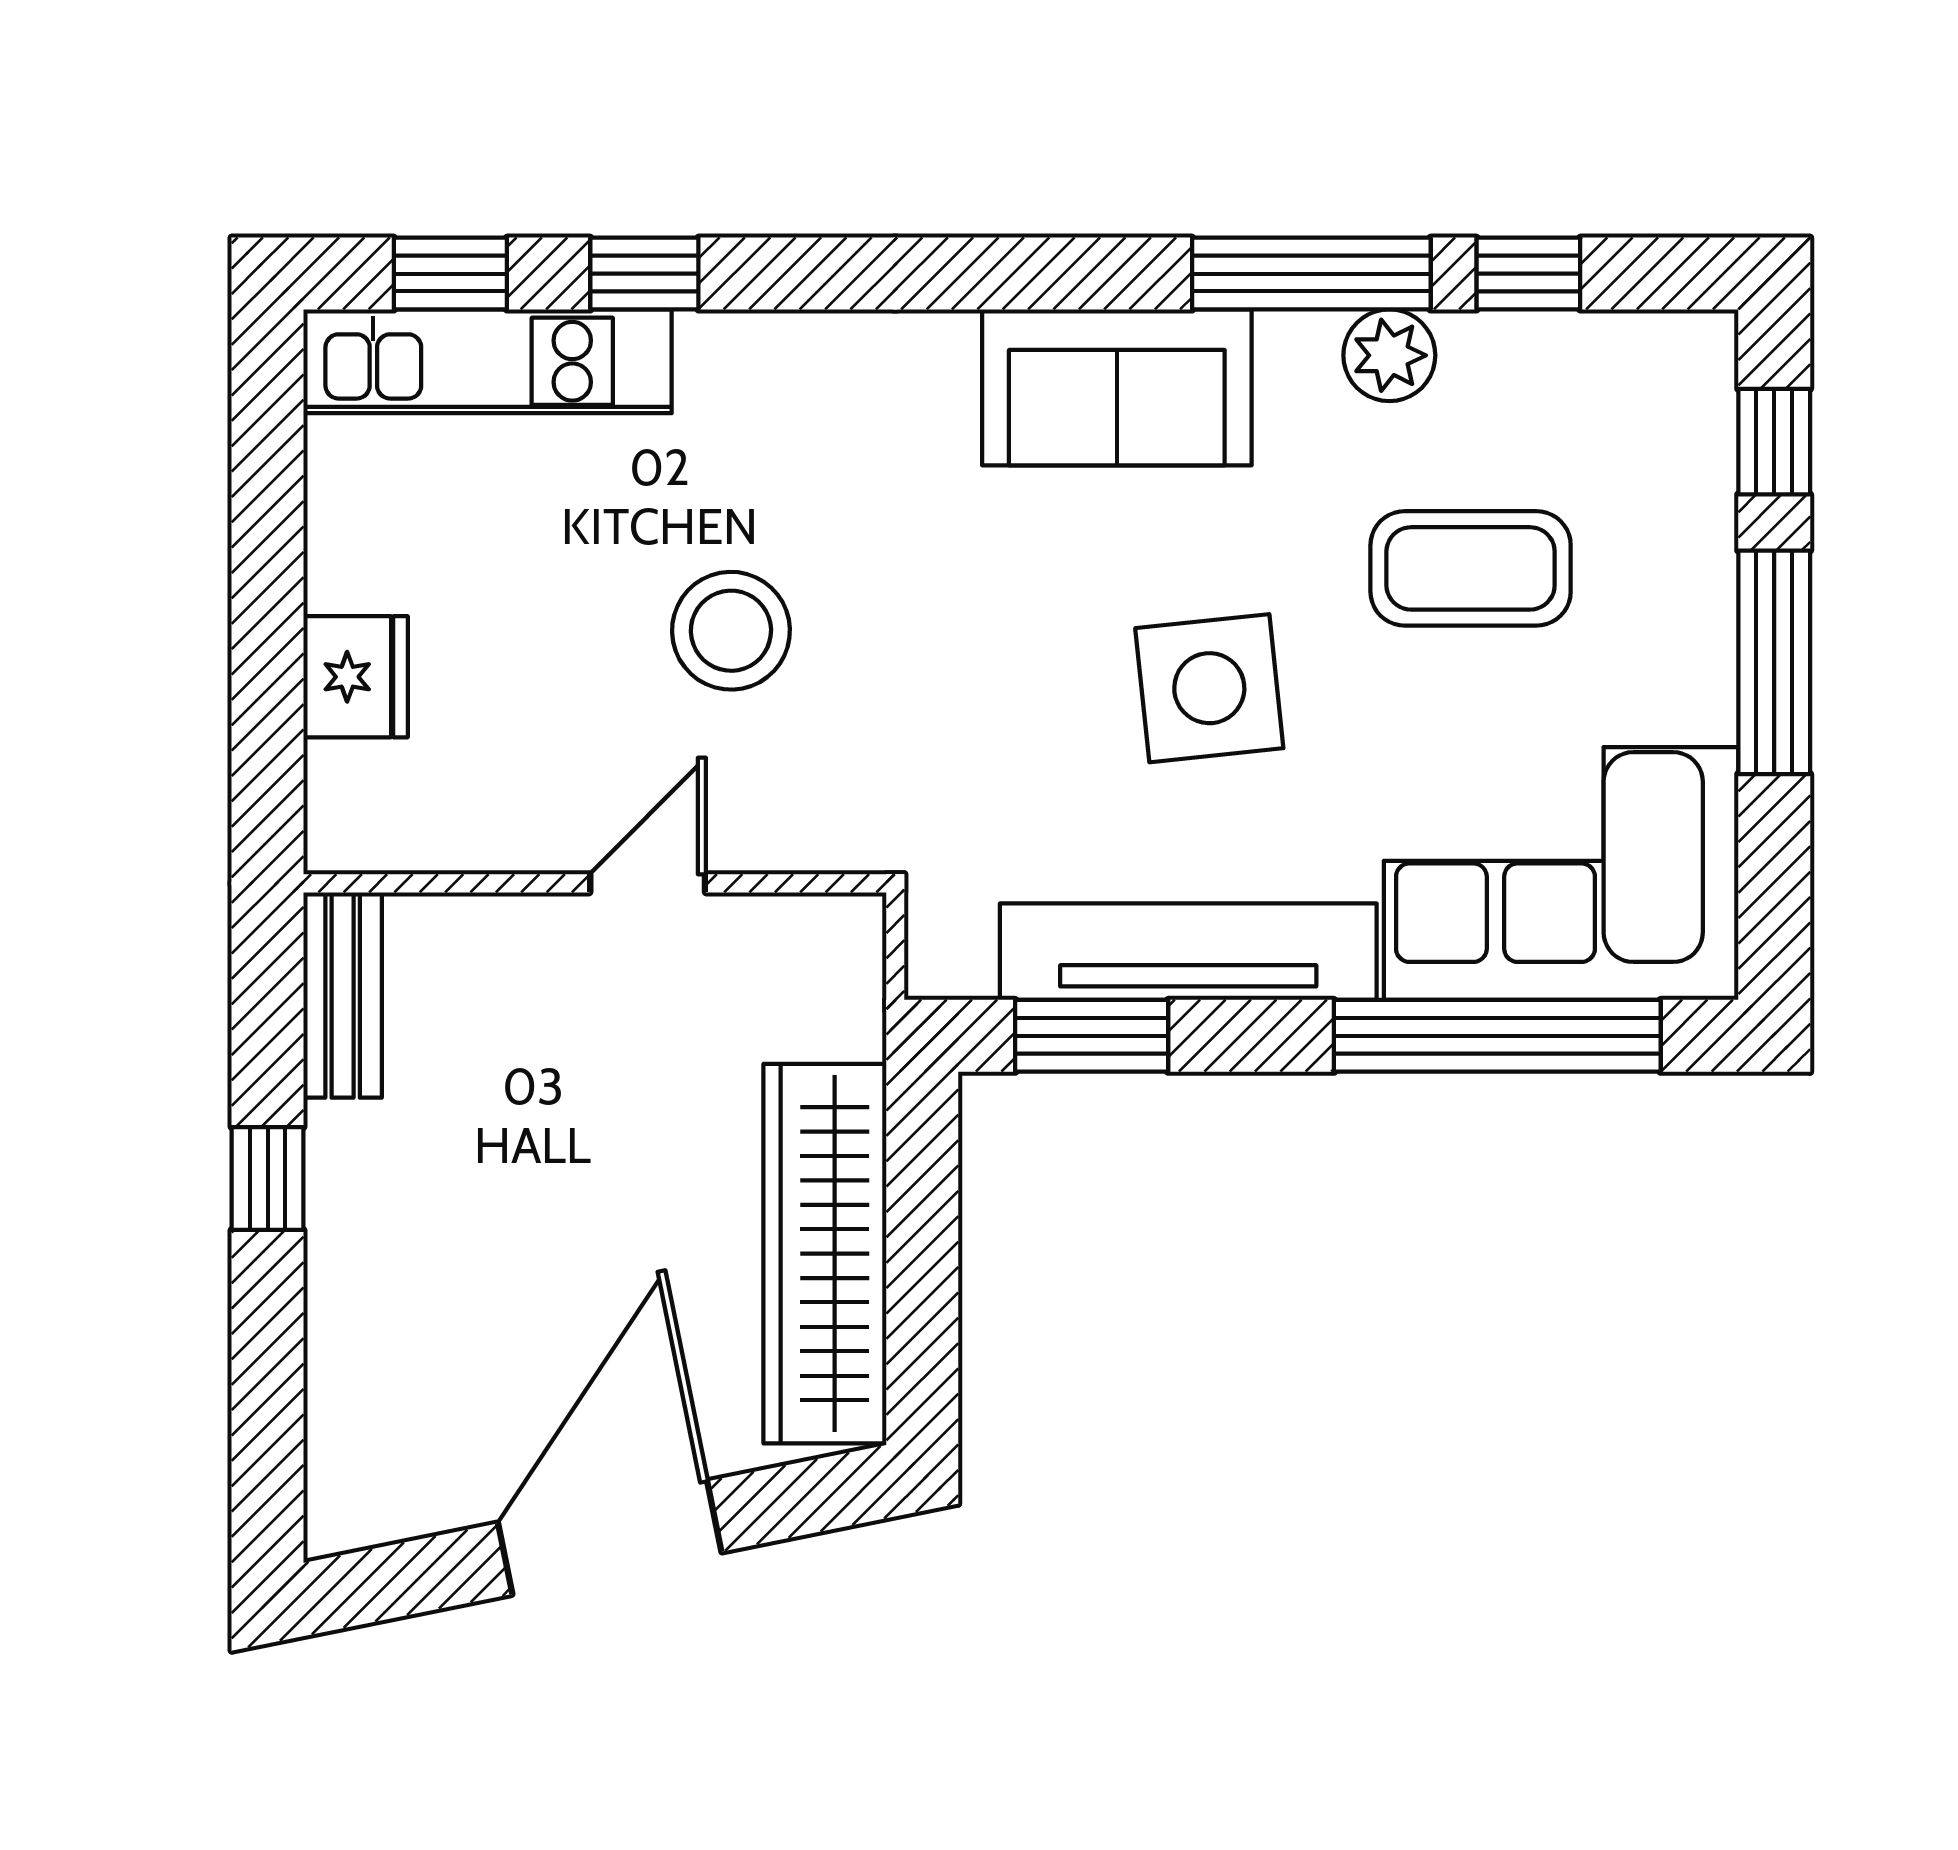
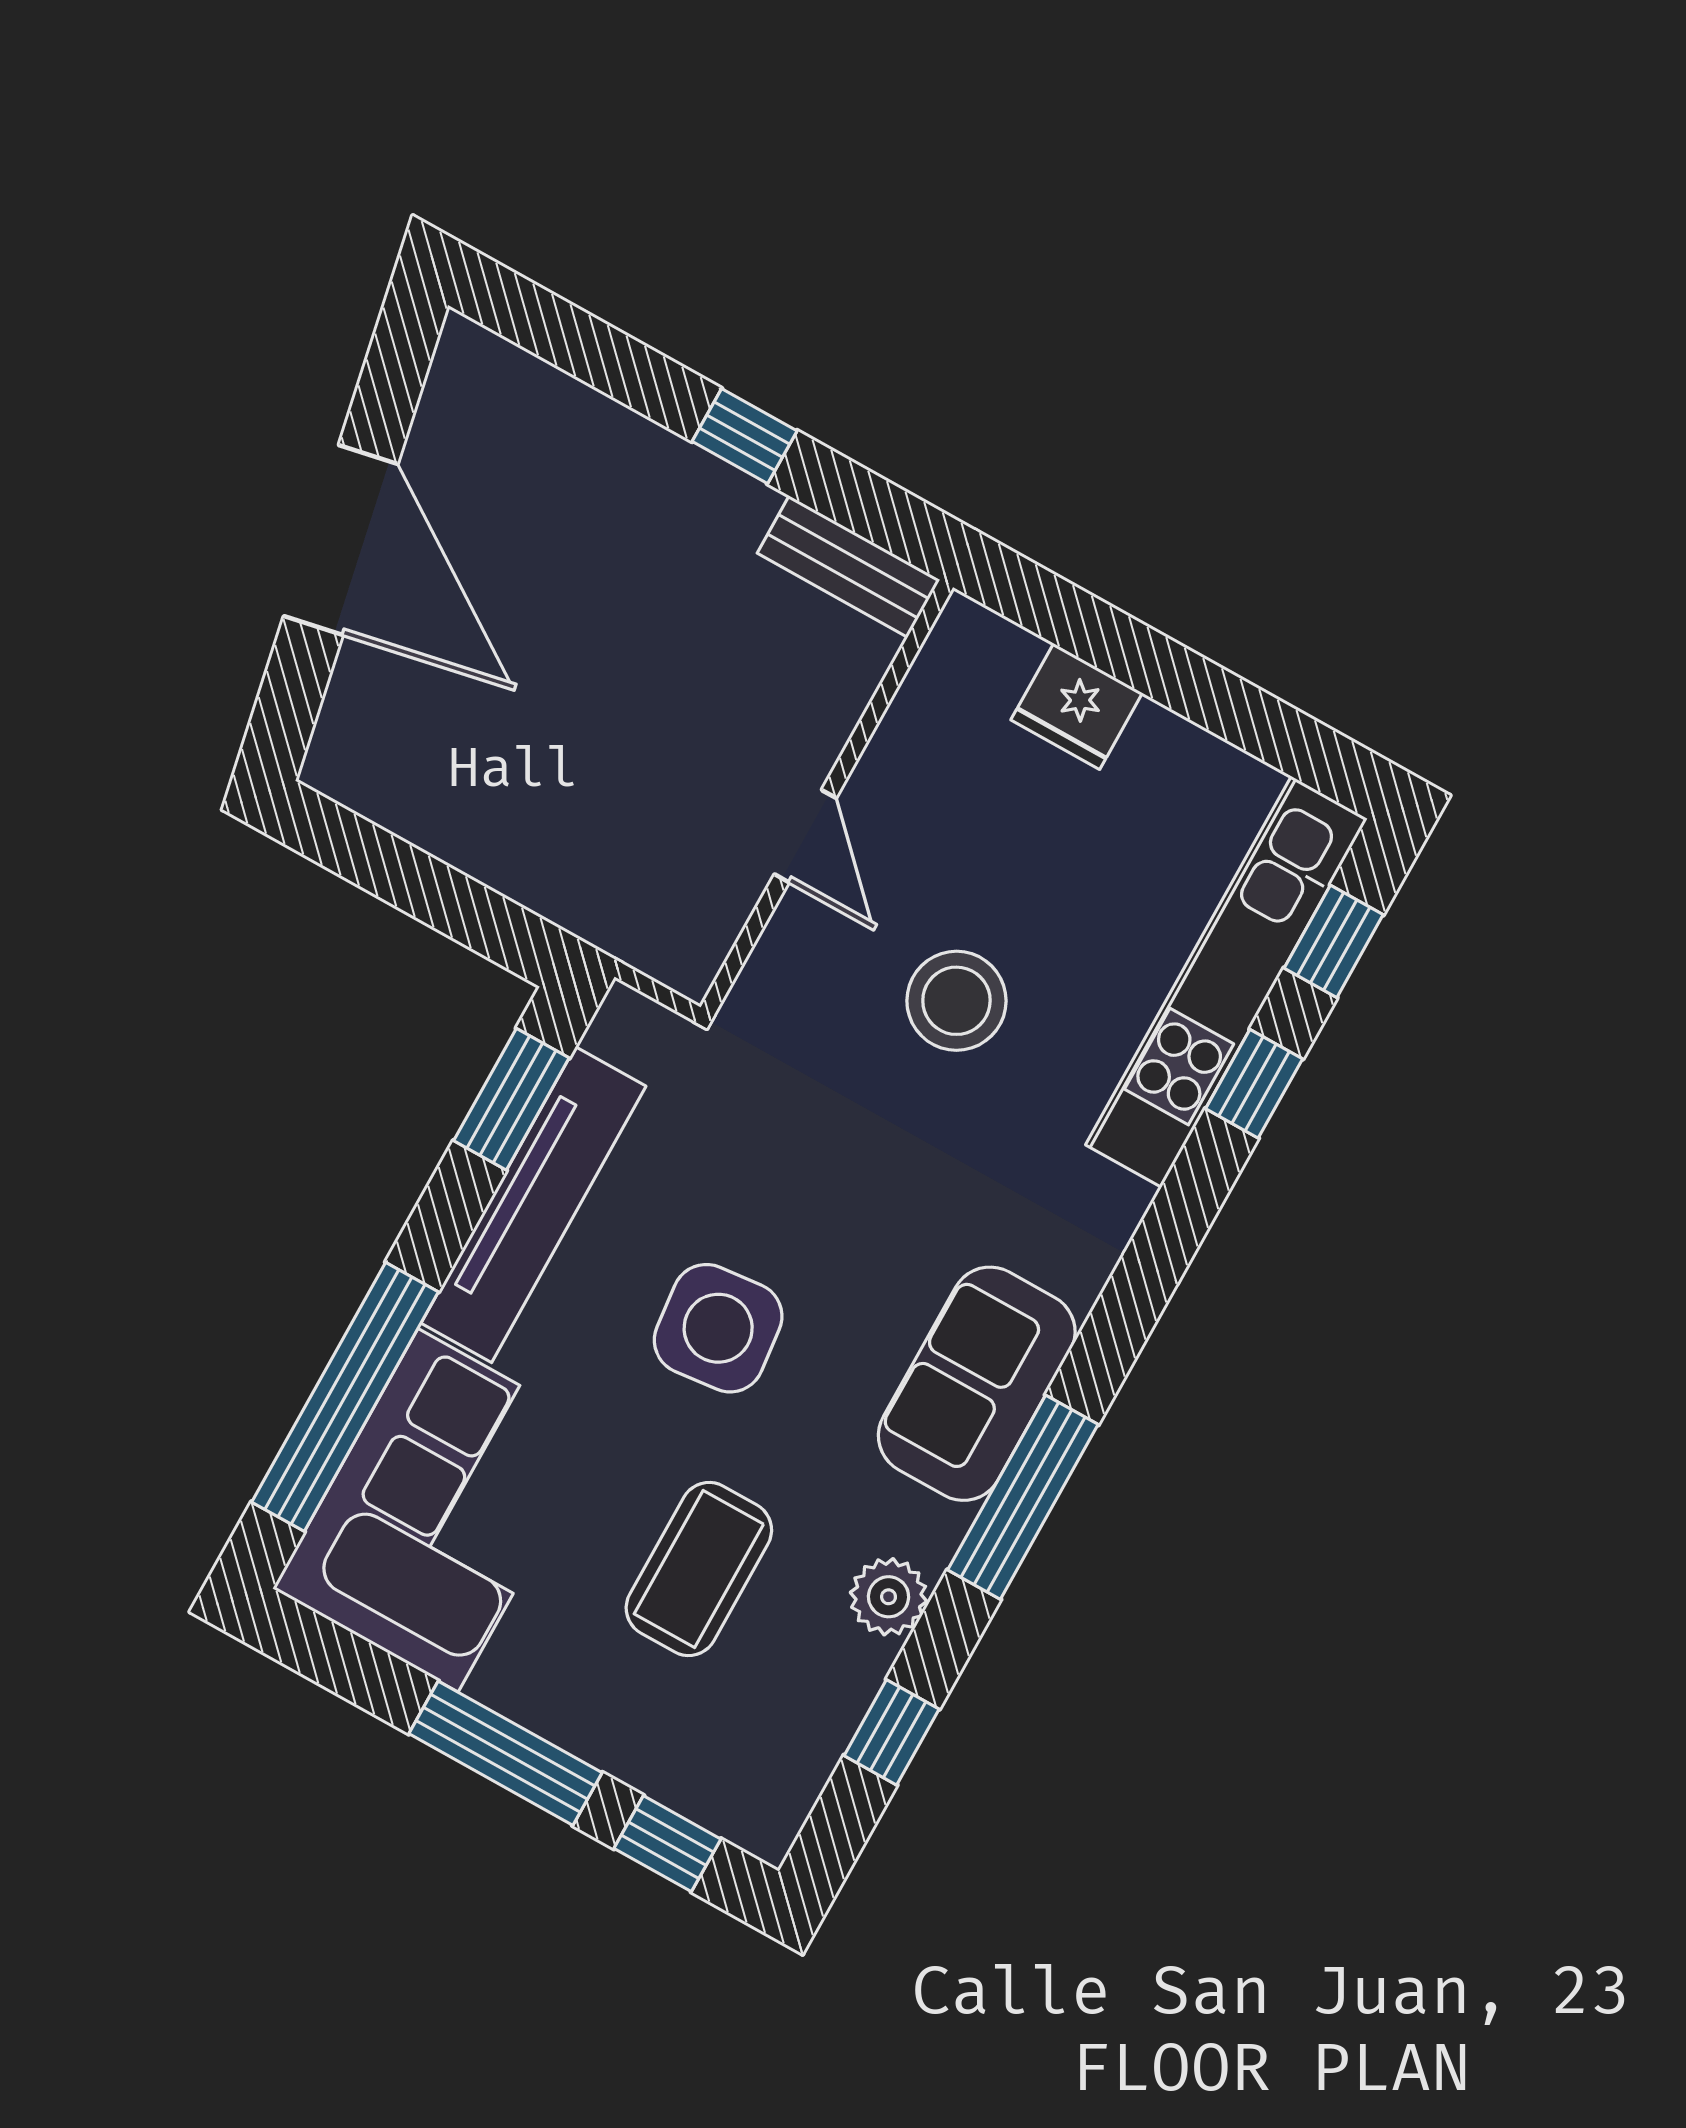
window: (1311, 274) -> (1023, 1497), moved
kitchen unit: (488, 361) -> (1227, 982), width x1.36
wardrobe: (825, 1254) -> (461, 814), removed

